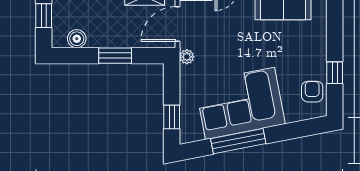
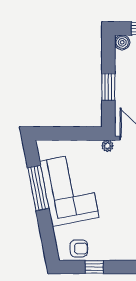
boiler: (77, 39) -> (122, 42), moved
window: (172, 117) -> (58, 133), removed

